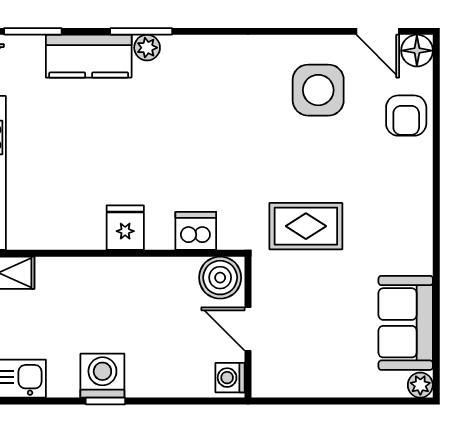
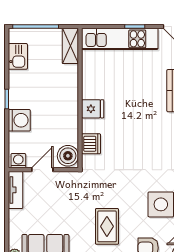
rug: (306, 226) -> (107, 226), moved
washing machine: (102, 376) -> (19, 120), moved
tv unit: (289, 383) -> (16, 190), added

